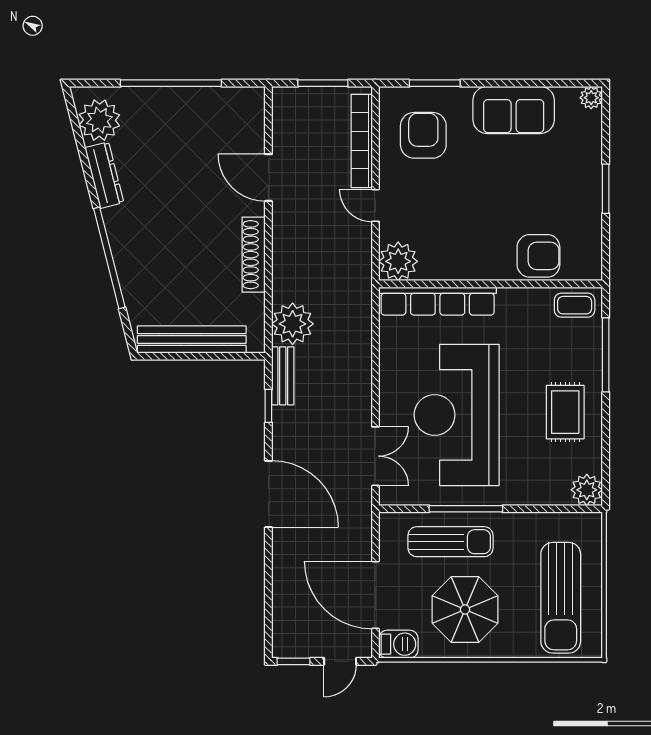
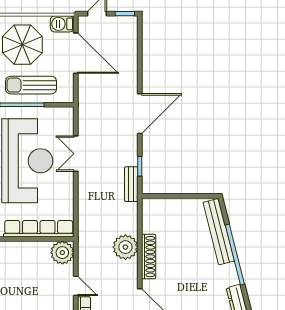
plant: (293, 324) -> (125, 247), moved
bench: (192, 339) -> (219, 232), moved, turned 76
double door: (375, 456) -> (76, 154), moved
door: (268, 494) -> (140, 114), swing flipped

